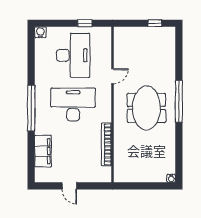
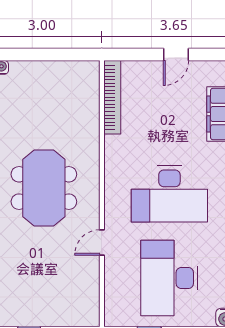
bookcase: (106, 144) -> (112, 97), moved
door: (69, 186) -> (176, 54), swing flipped

